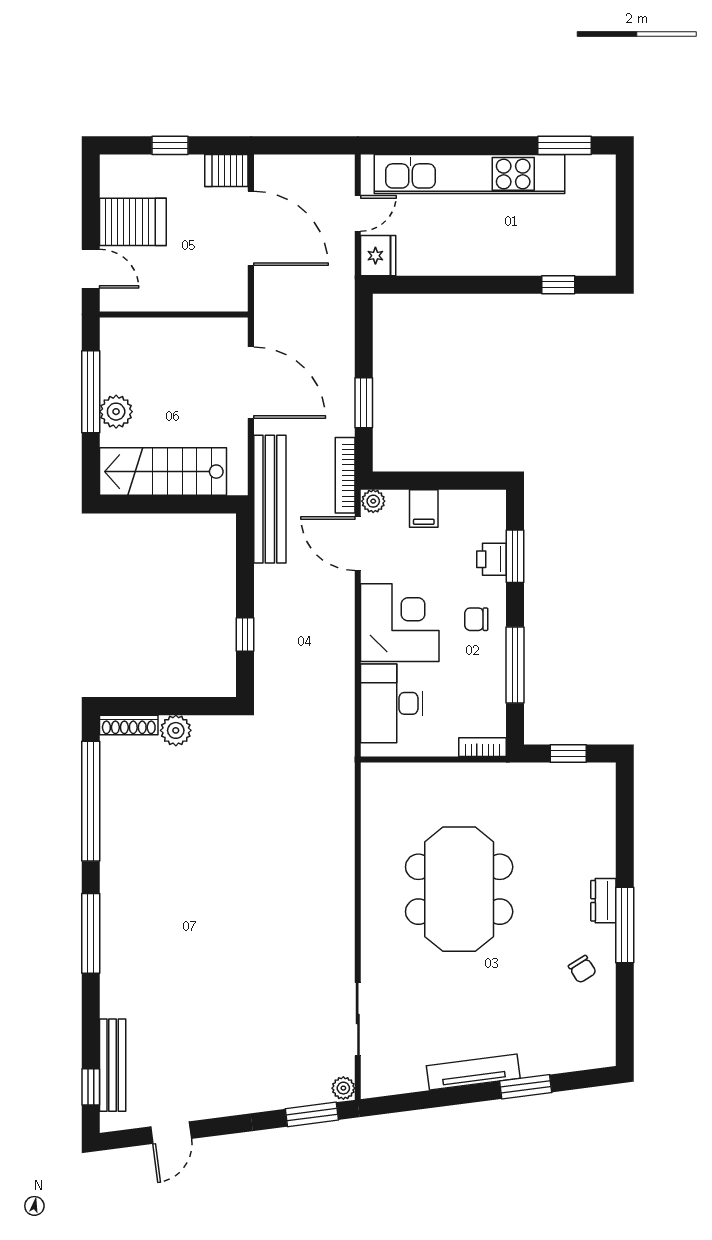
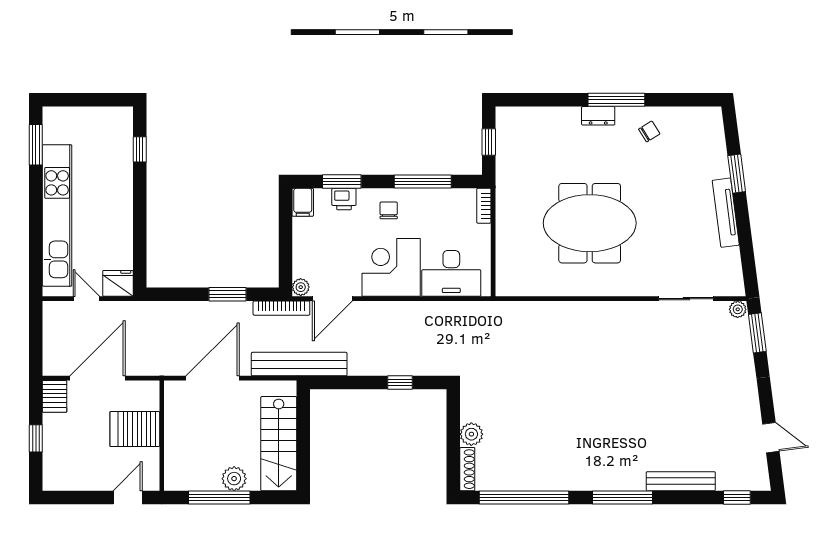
server rack: (133, 222) -> (135, 429), moved, turned -90
filing cabinet: (424, 509) -> (303, 202), moved, turned 90
chair: (476, 619) -> (389, 210), turned 180
bench: (113, 1065) -> (681, 481), moved

